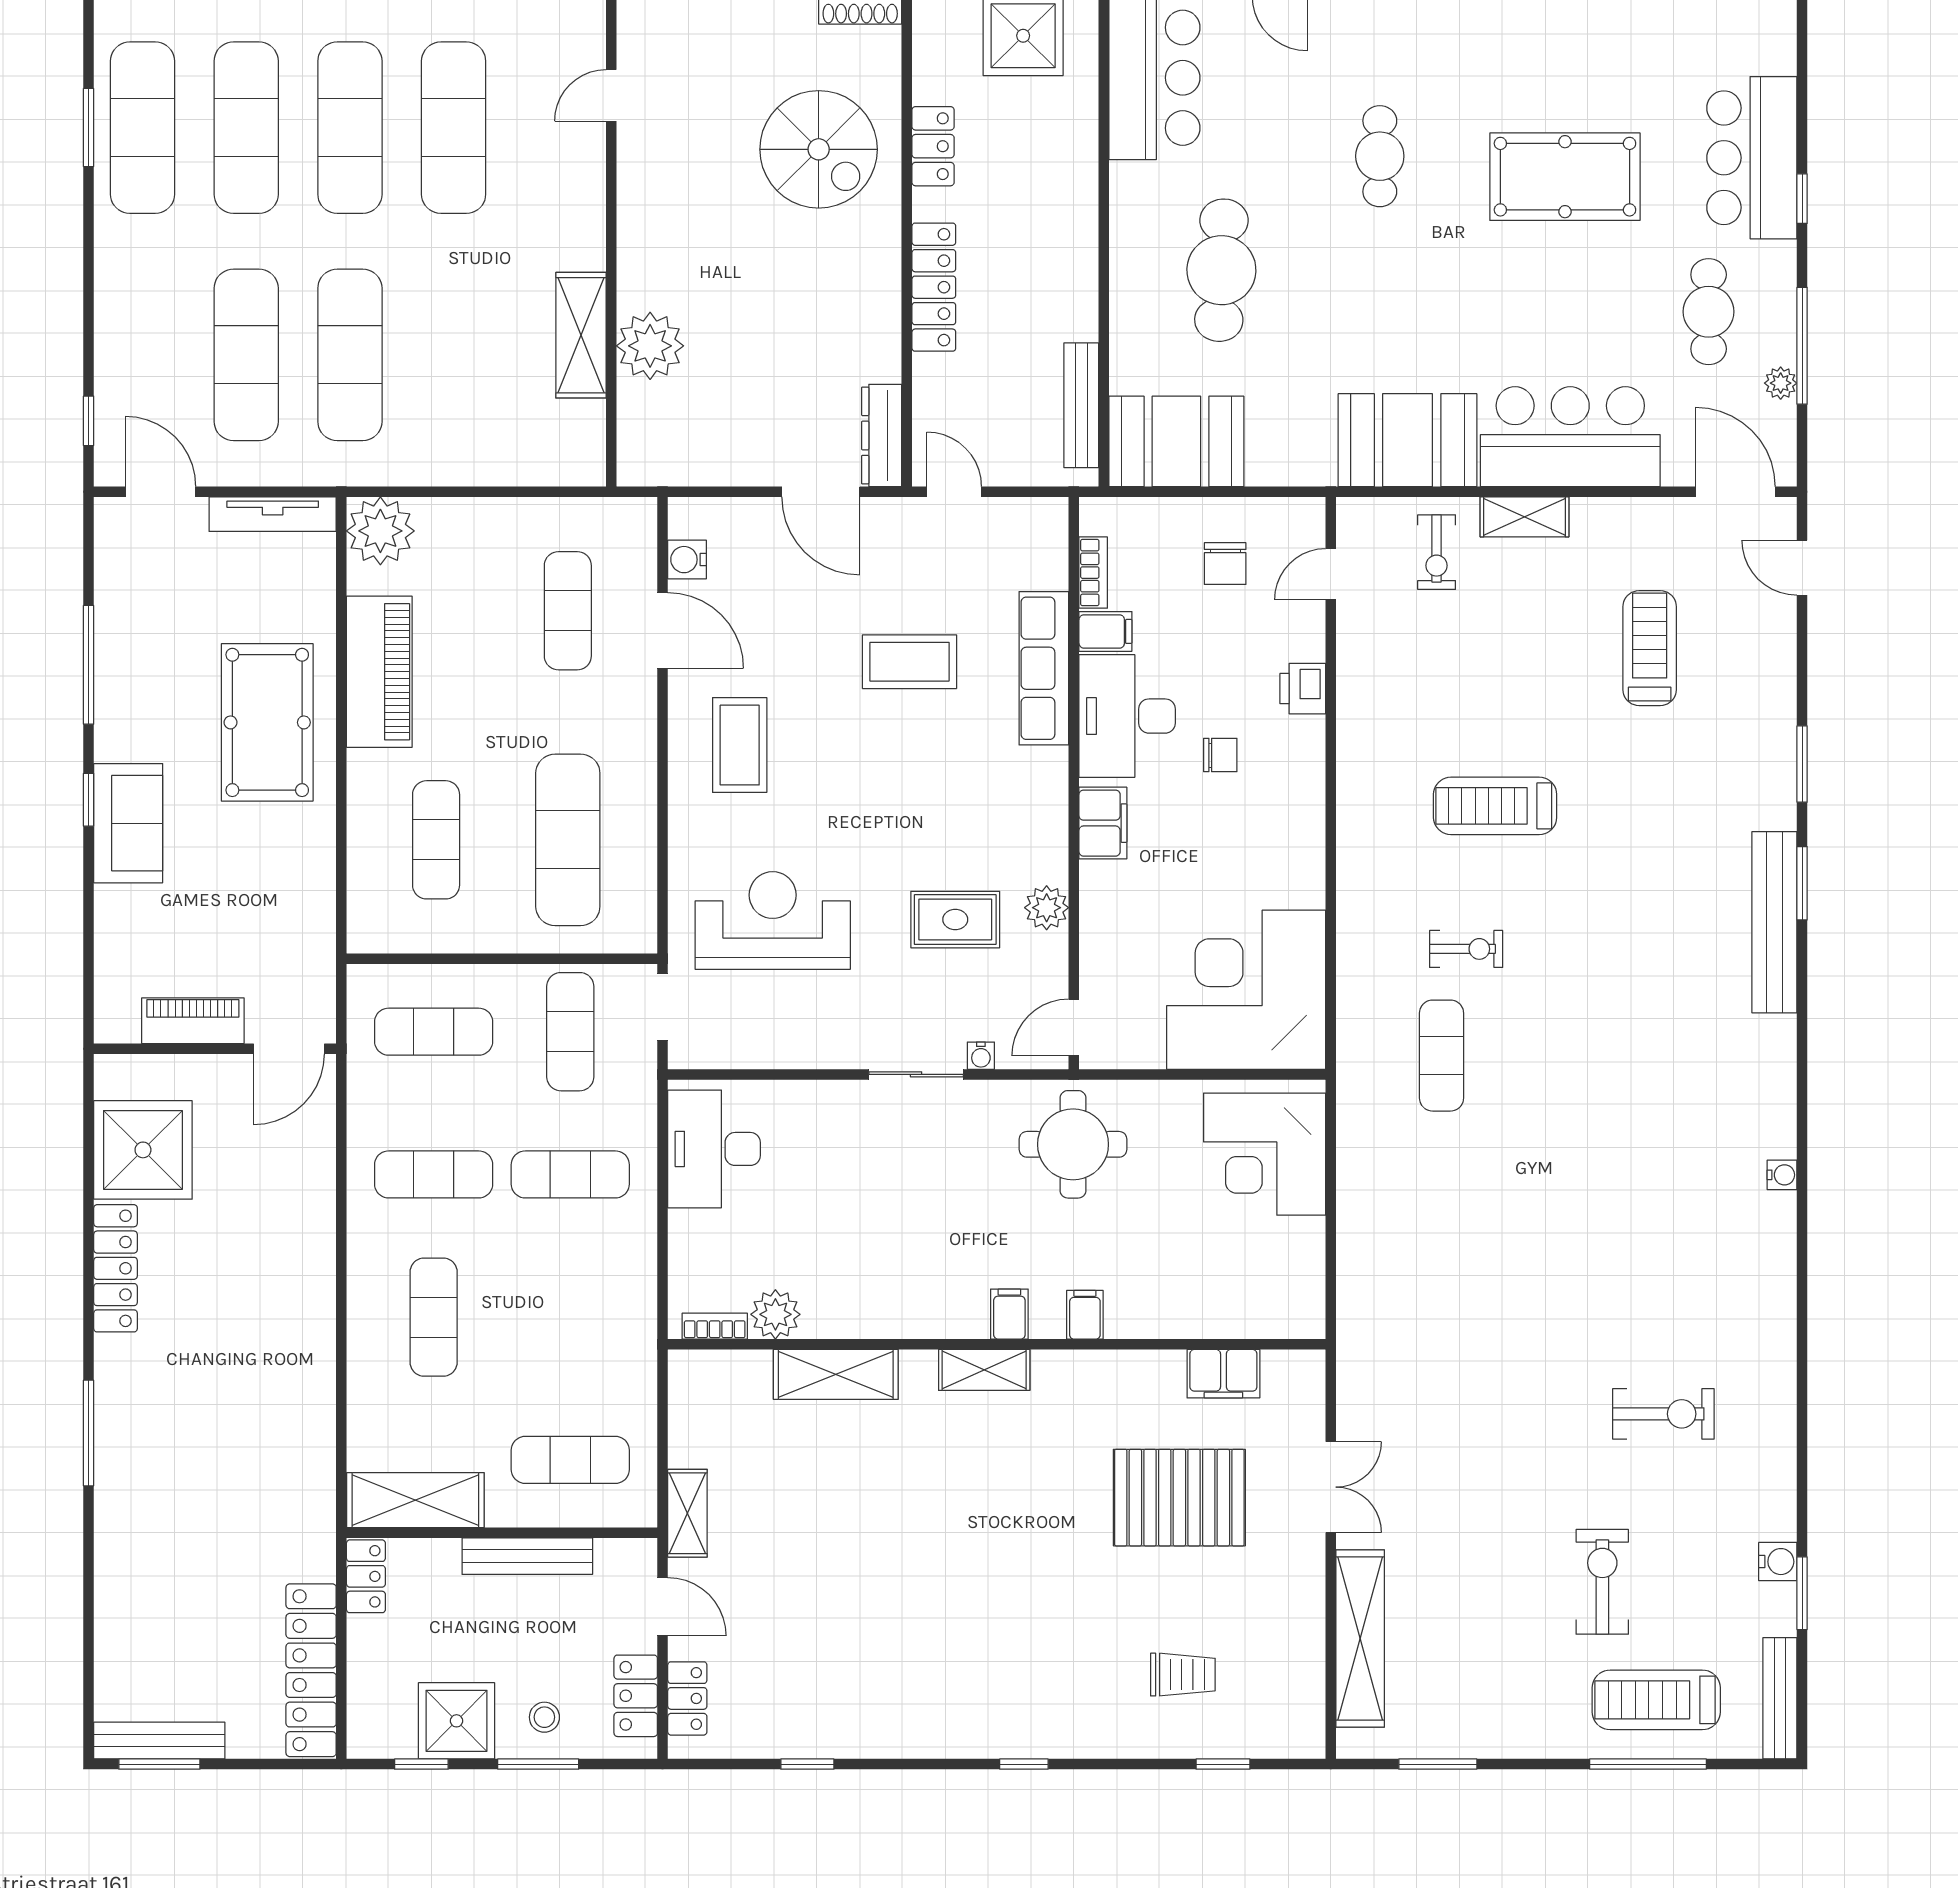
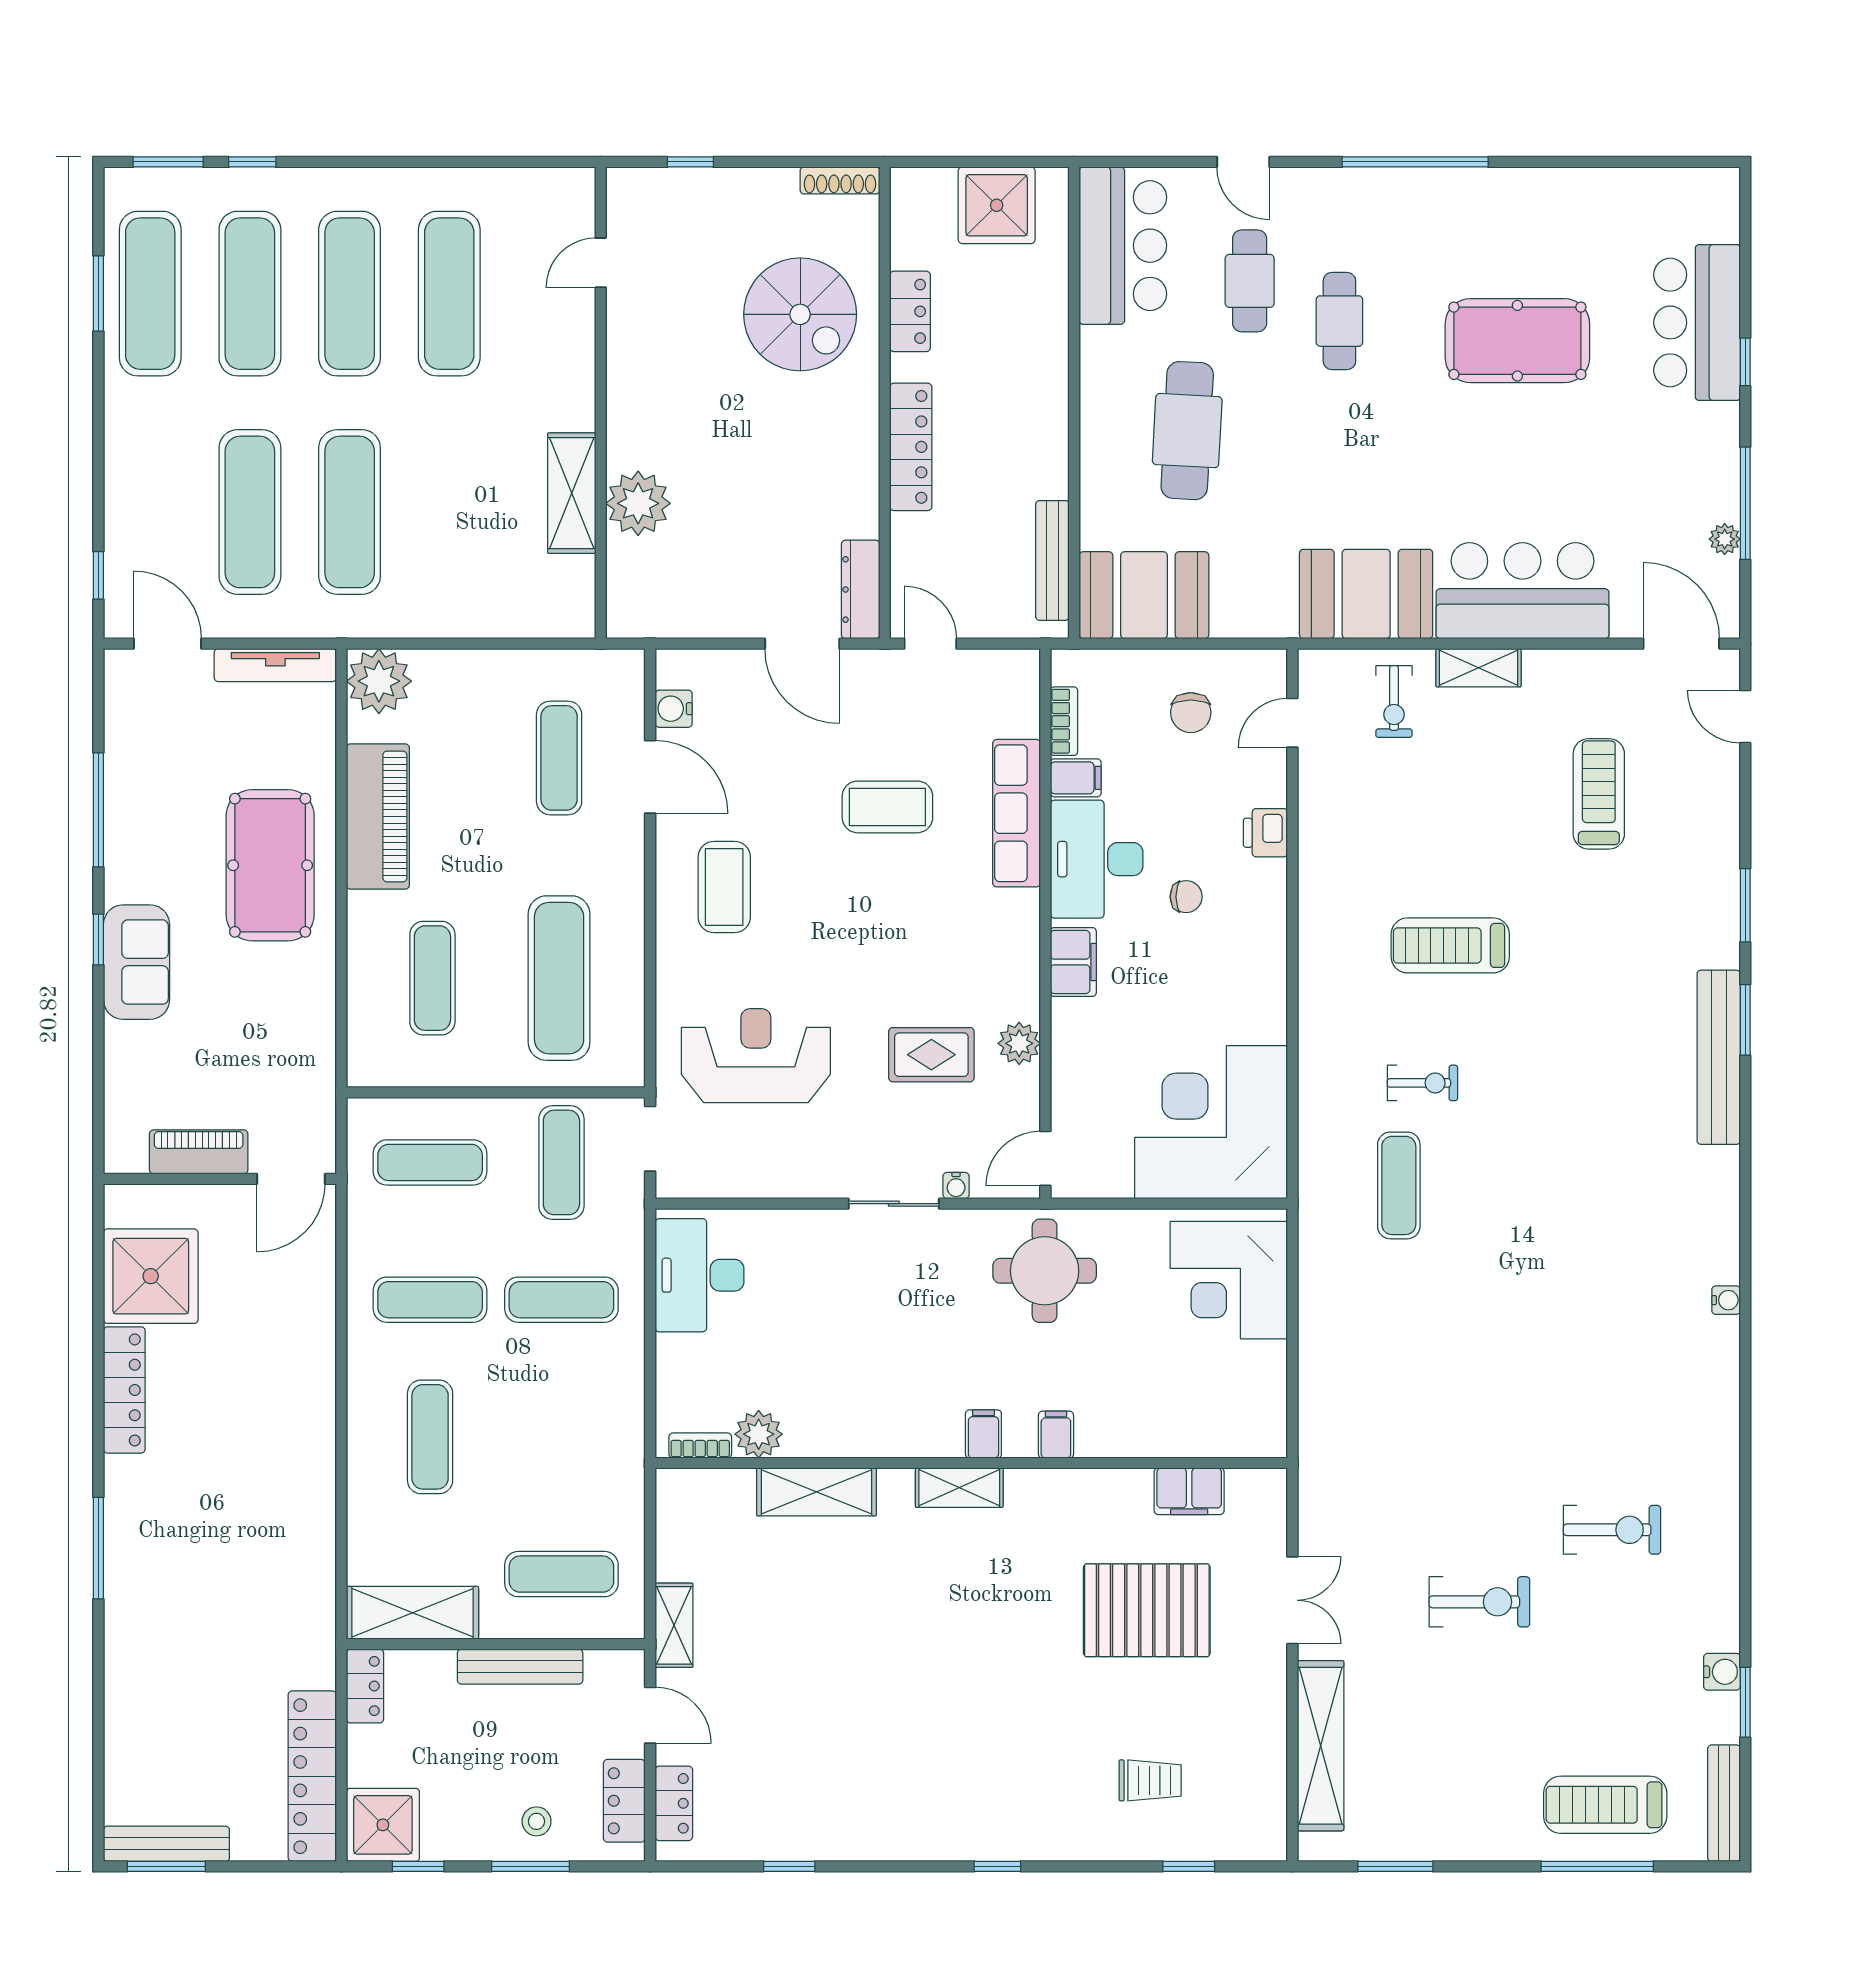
cafe table: (1709, 312) -> (1250, 281), moved
exercise bike: (1602, 1582) -> (1479, 1602), moved, turned 90
shower: (456, 1721) -> (383, 1825), moved

